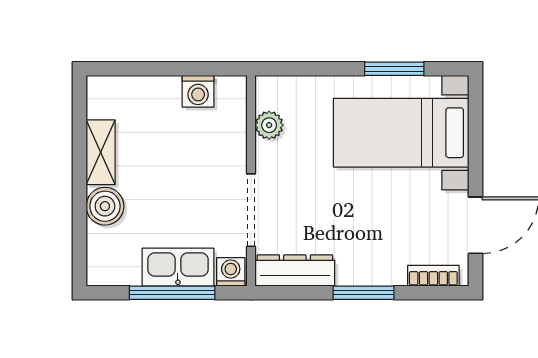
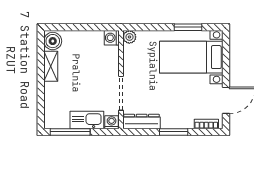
washing machine: (198, 91) -> (112, 38), moved, turned 90
plant: (269, 125) -> (129, 37), moved
boiler: (105, 206) -> (53, 41), moved
window: (172, 293) -> (70, 132), moved

